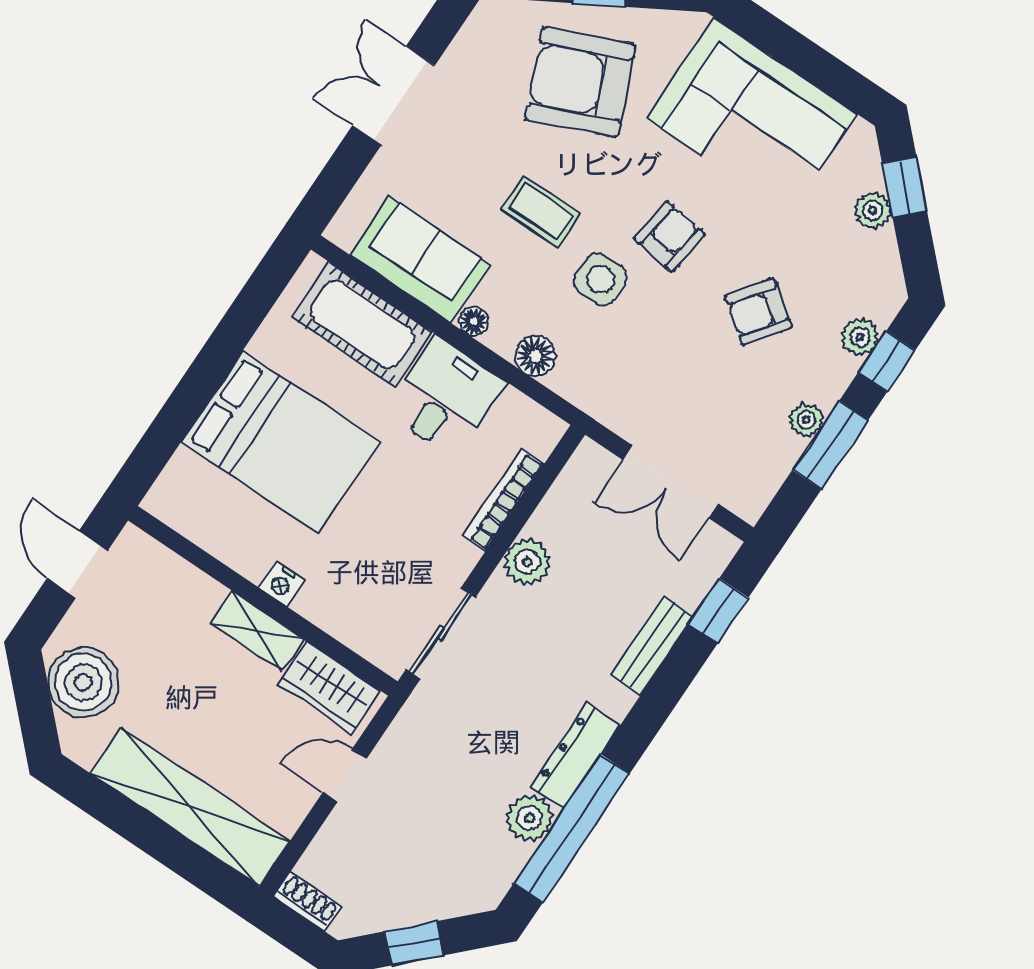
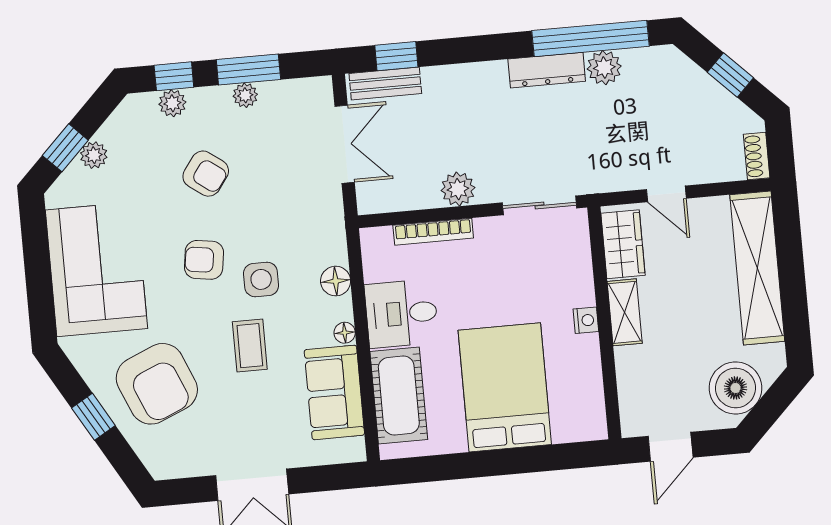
bench: (652, 645) -> (385, 84), moved

